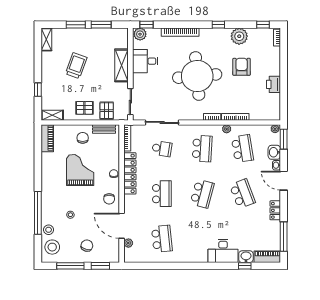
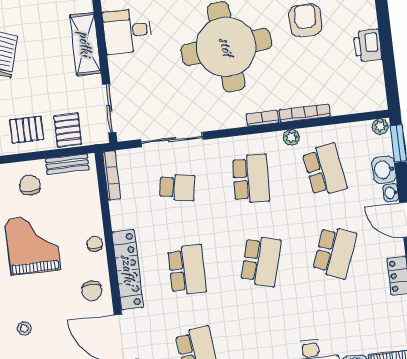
locker: (130, 173) -> (128, 270), moved
school desk: (242, 194) -> (335, 252), turned 42

